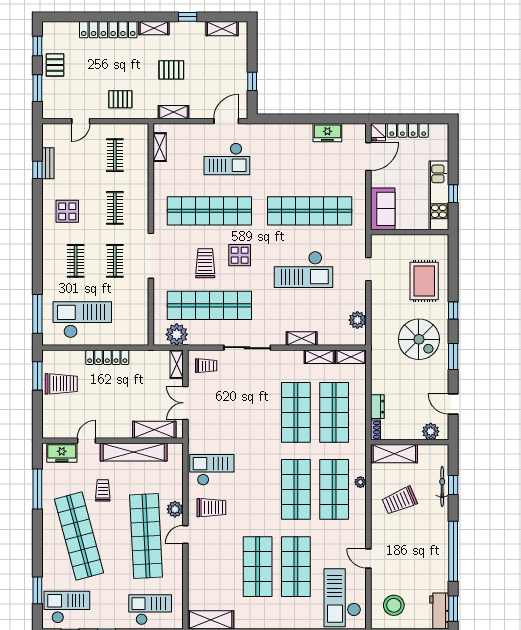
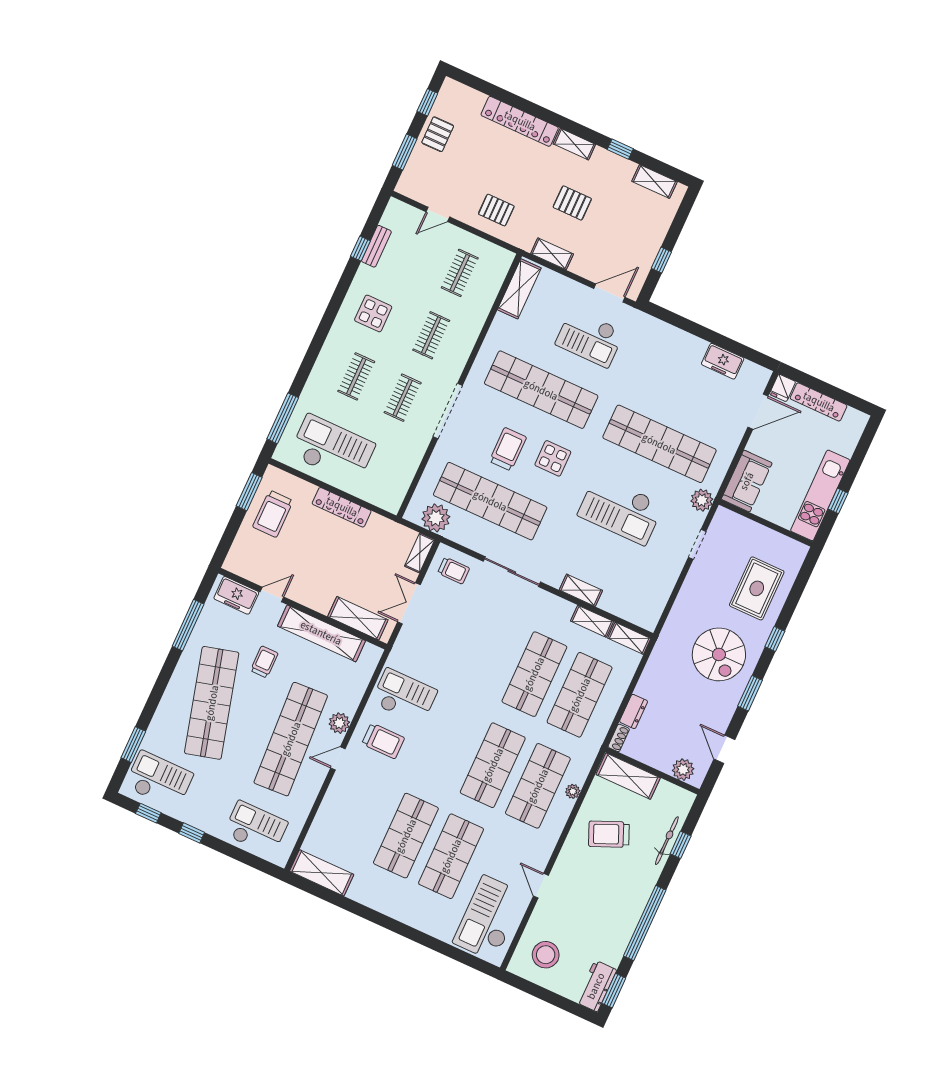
shelving: (160, 147) -> (519, 289), width x1.50, depth x1.33
plant: (357, 320) -> (702, 500), moved
trolley: (61, 384) -> (273, 514), turned 90

